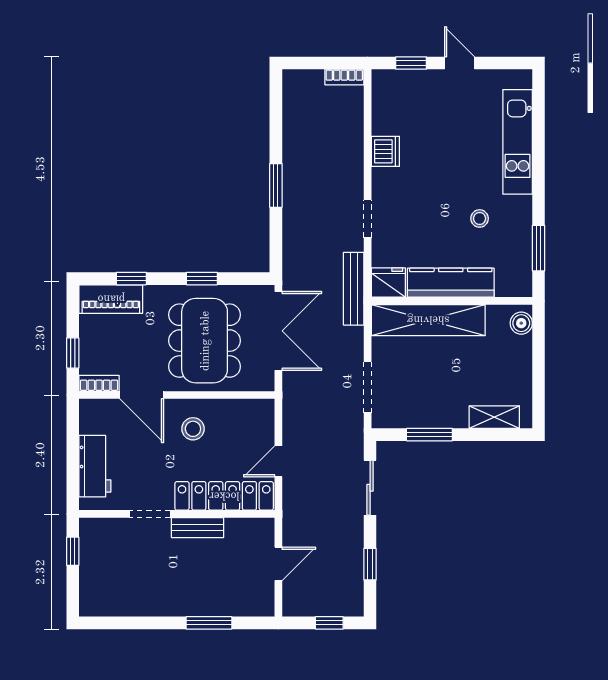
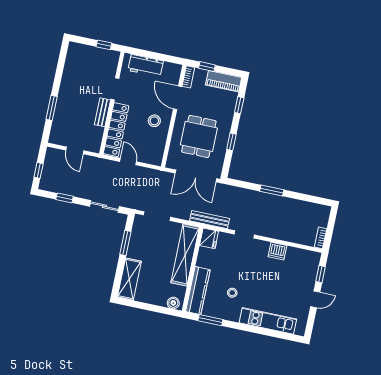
kitchen counter: (451, 283) -> (198, 291), moved
piano: (111, 299) -> (224, 81), moved, turned -90
dining table: (205, 341) -> (199, 136), width x0.73
door: (142, 395) -> (178, 98), hinge flipped
shelving: (494, 417) -> (129, 279), width x1.50, depth x1.33

